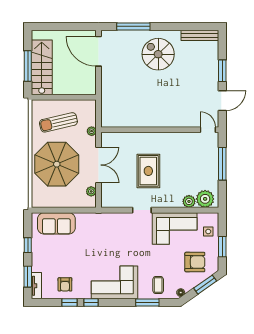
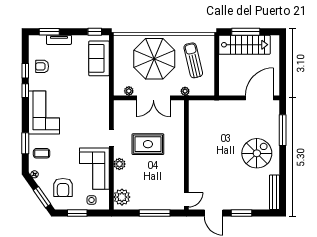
plant: (189, 201) -> (119, 164), moved
window: (28, 245) -> (95, 32), moved
tv unit: (36, 286) -> (59, 40), moved

